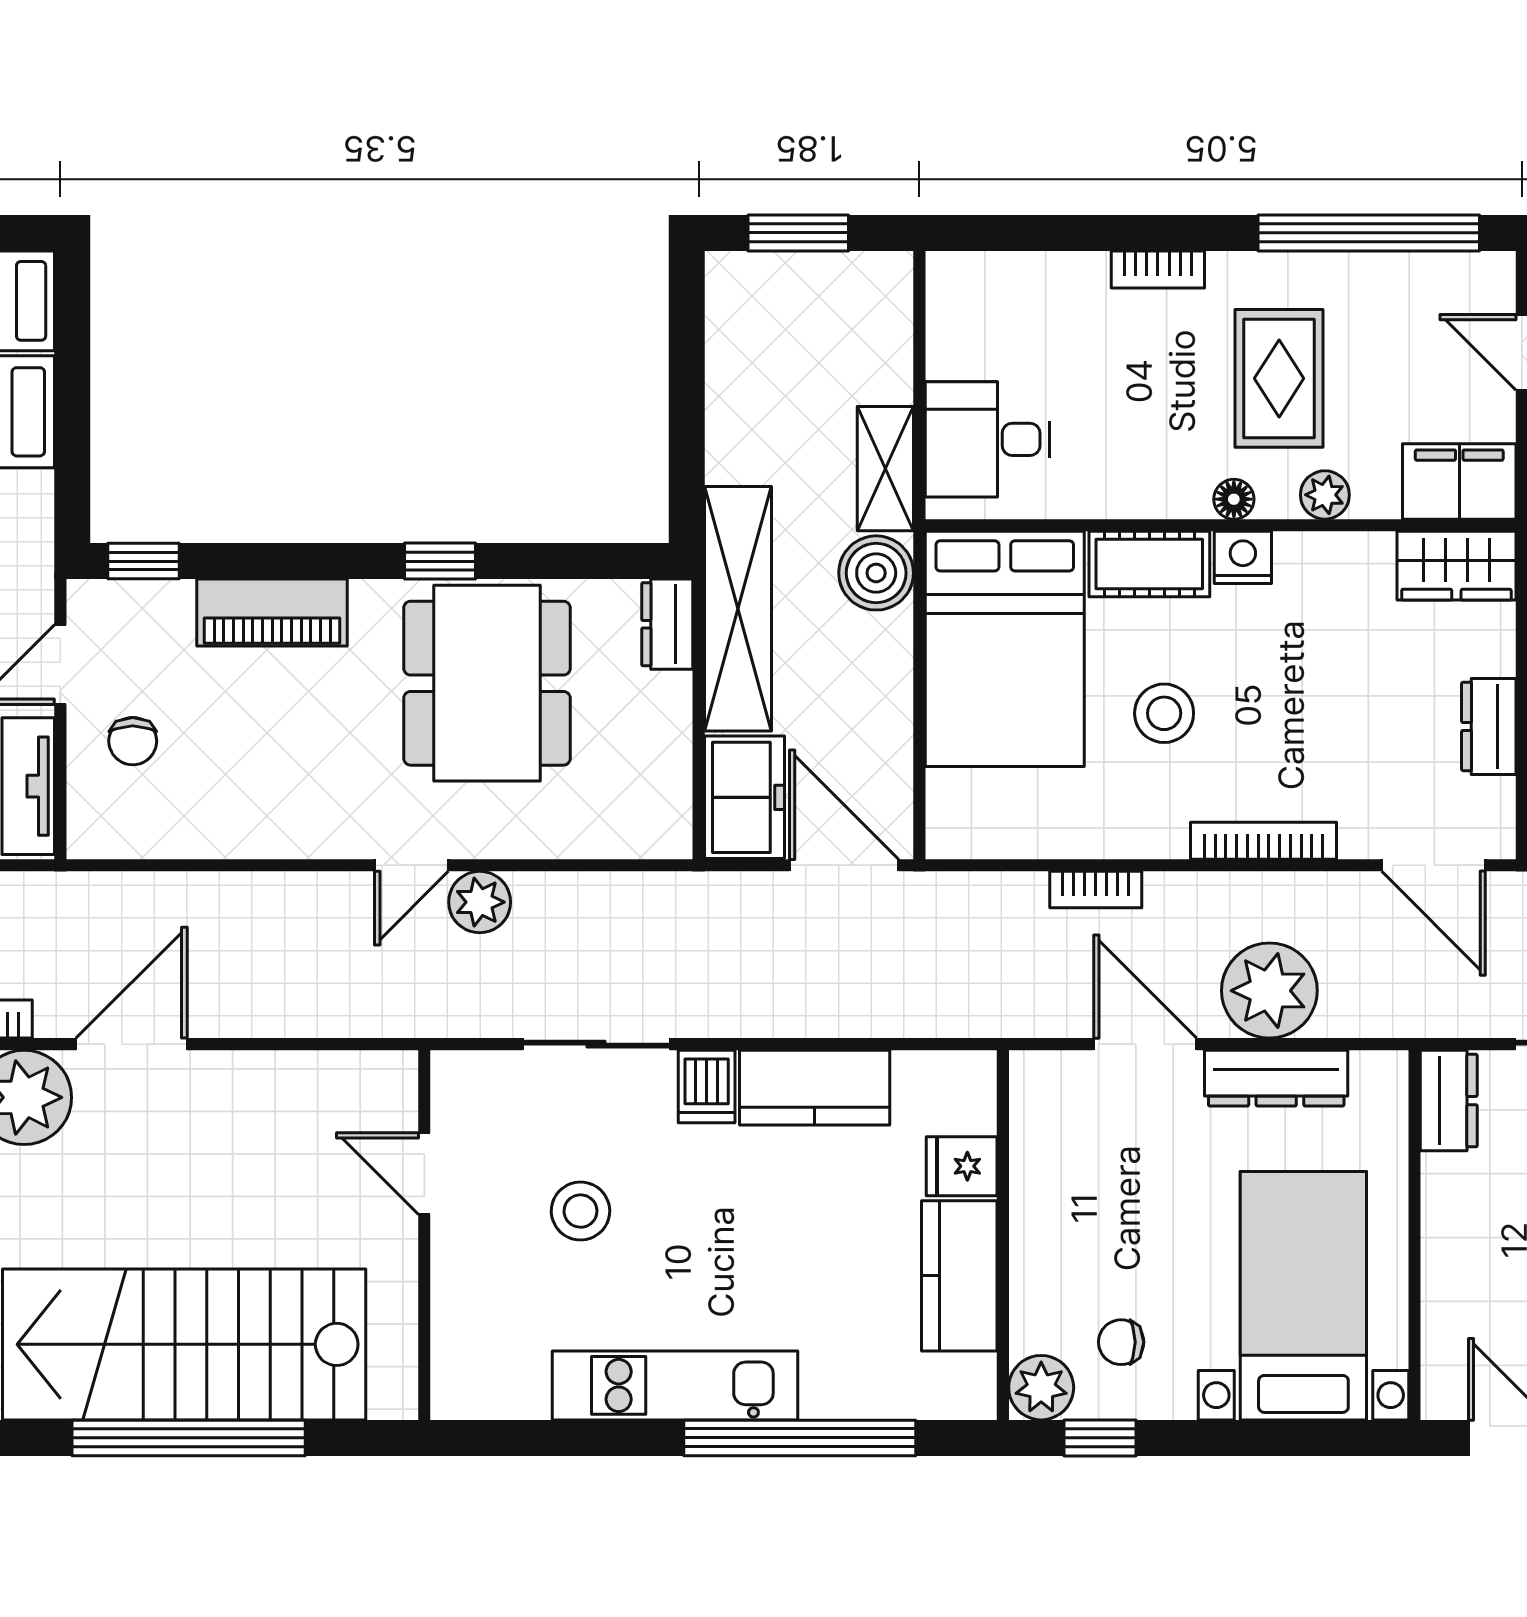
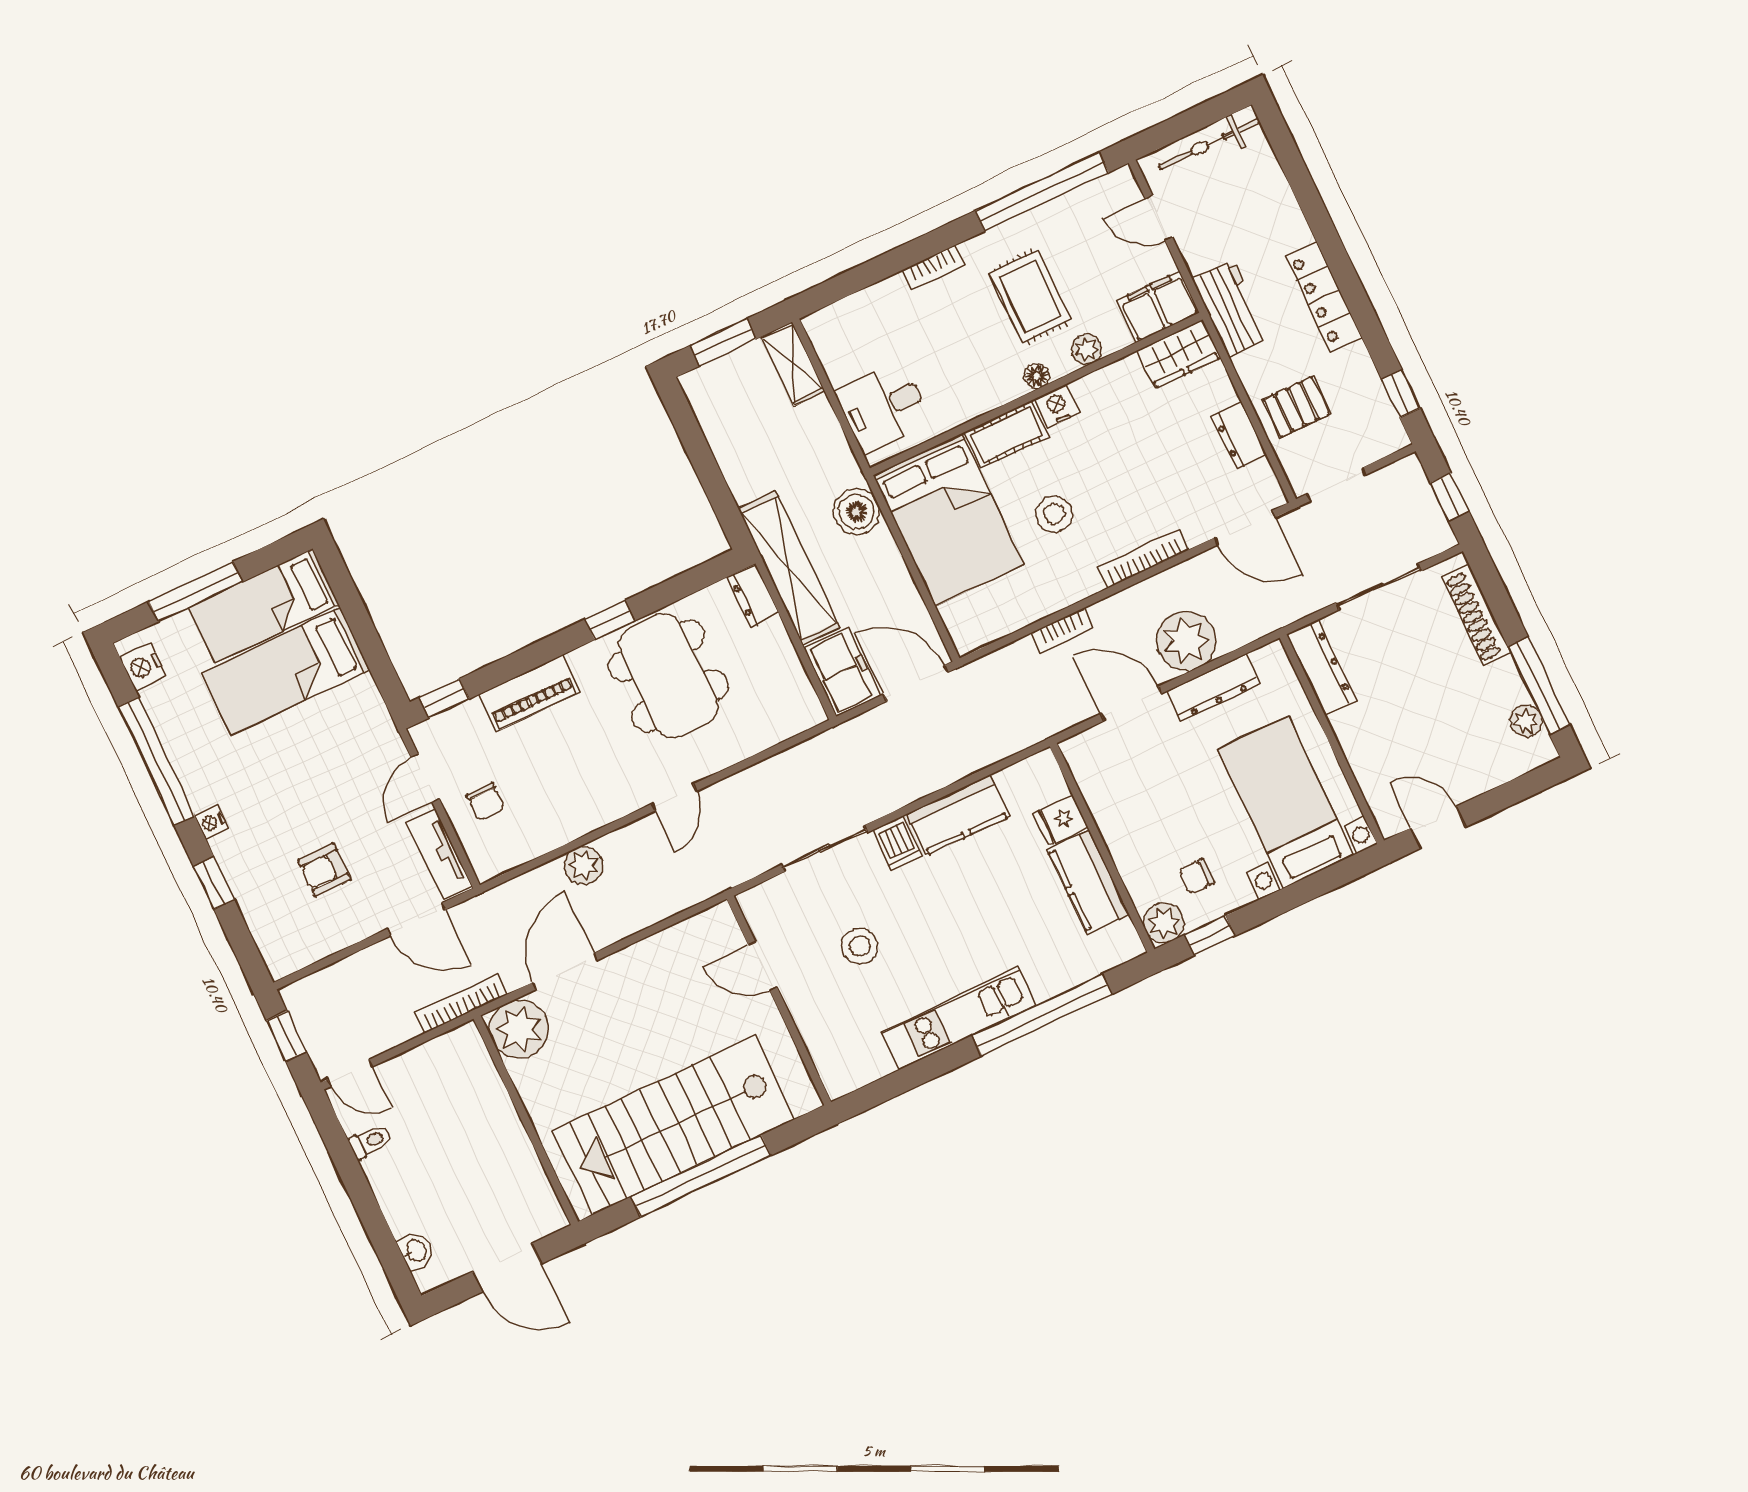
shelving: (885, 469) -> (793, 364), moved
plant: (480, 902) -> (583, 865), moved
dresser: (1449, 1101) -> (1321, 667), width x1.44

